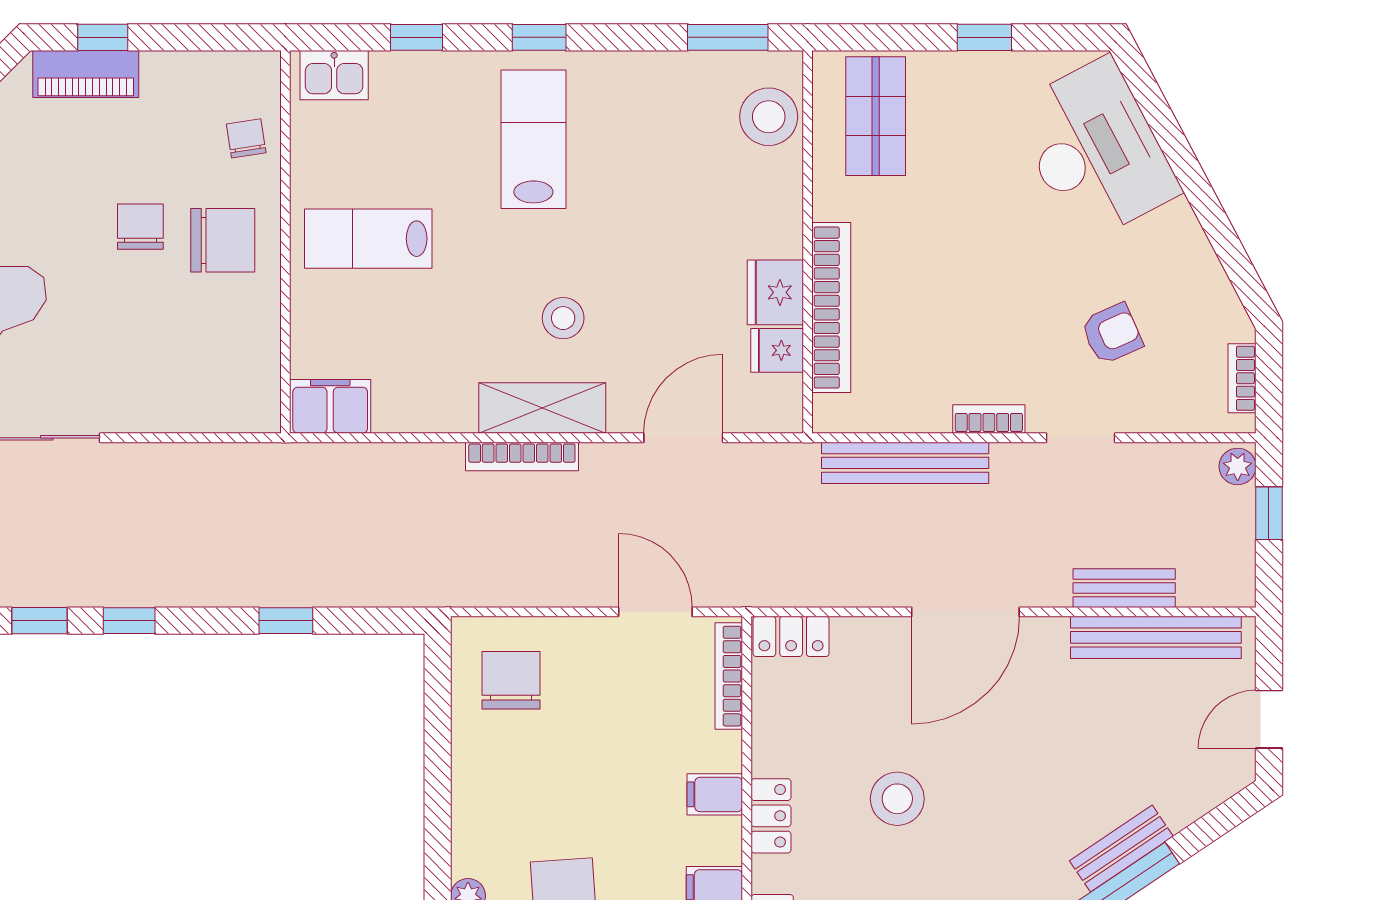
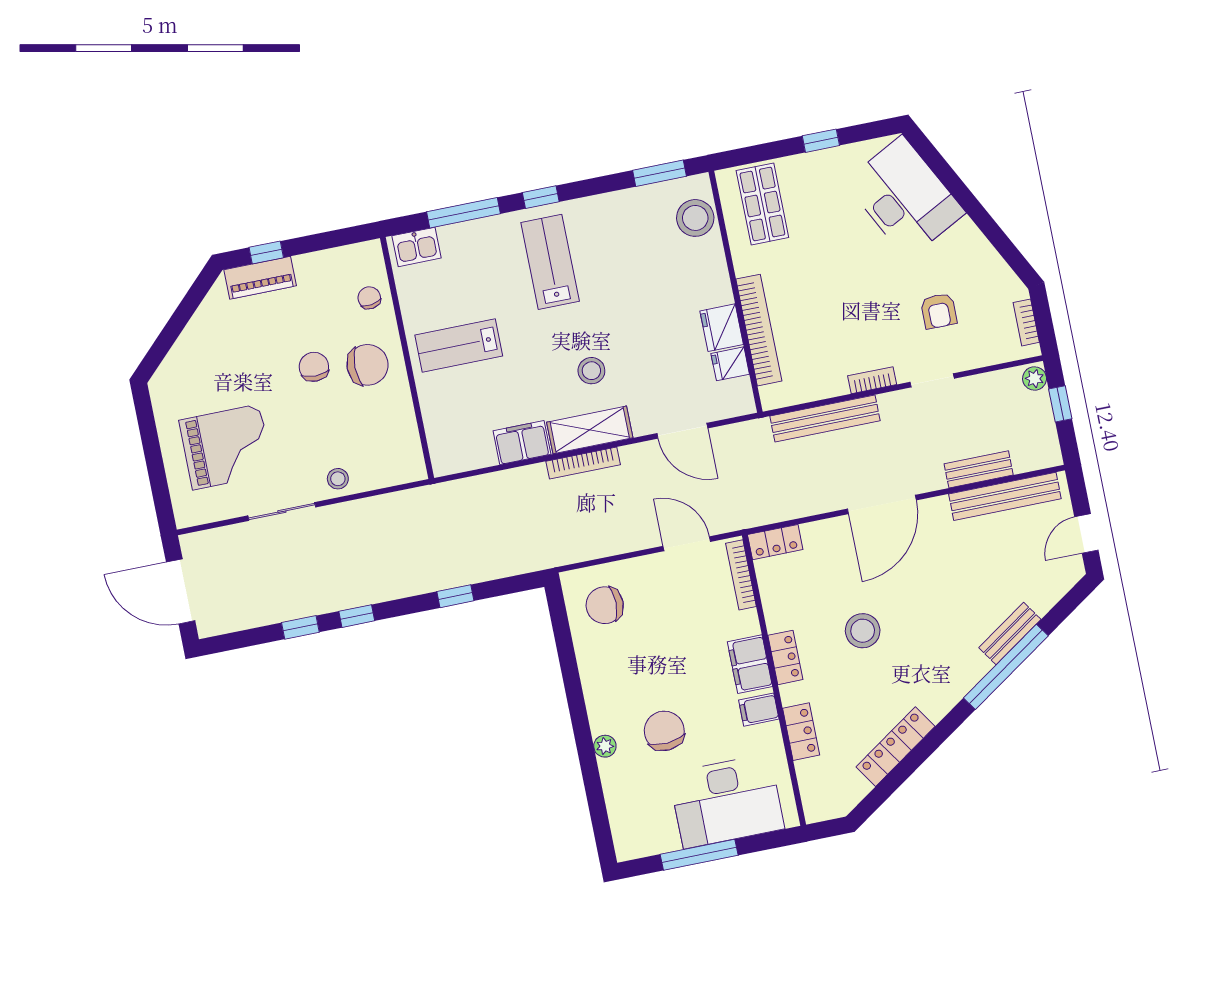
window: (416, 37) -> (464, 213), width x2.17
armchair: (1112, 334) -> (939, 311), turned 114
stool: (142, 405) -> (338, 479), added
filing cabinet: (330, 406) -> (522, 443), moved
door: (683, 438) -> (682, 431), swing flipped
chair: (511, 680) -> (605, 605), turned -90
filing cabinet: (715, 794) -> (750, 664), width x2.00

